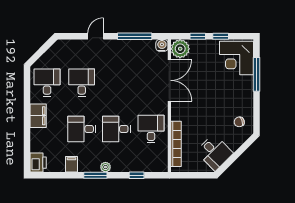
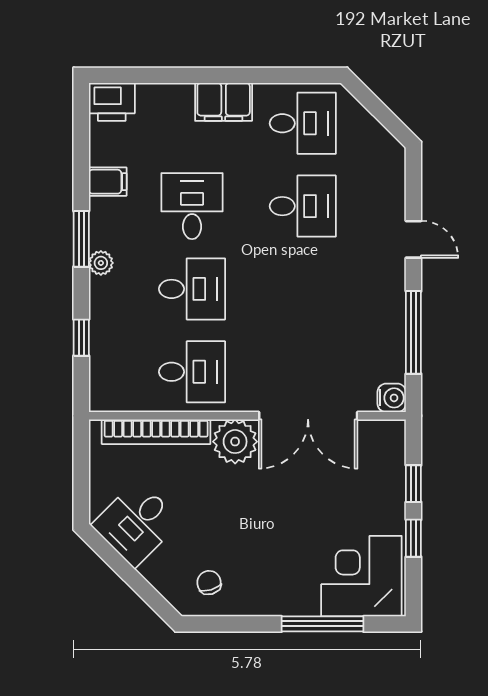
plant: (180, 49) -> (235, 442), moved
desk: (116, 129) -> (192, 289), turned 90

